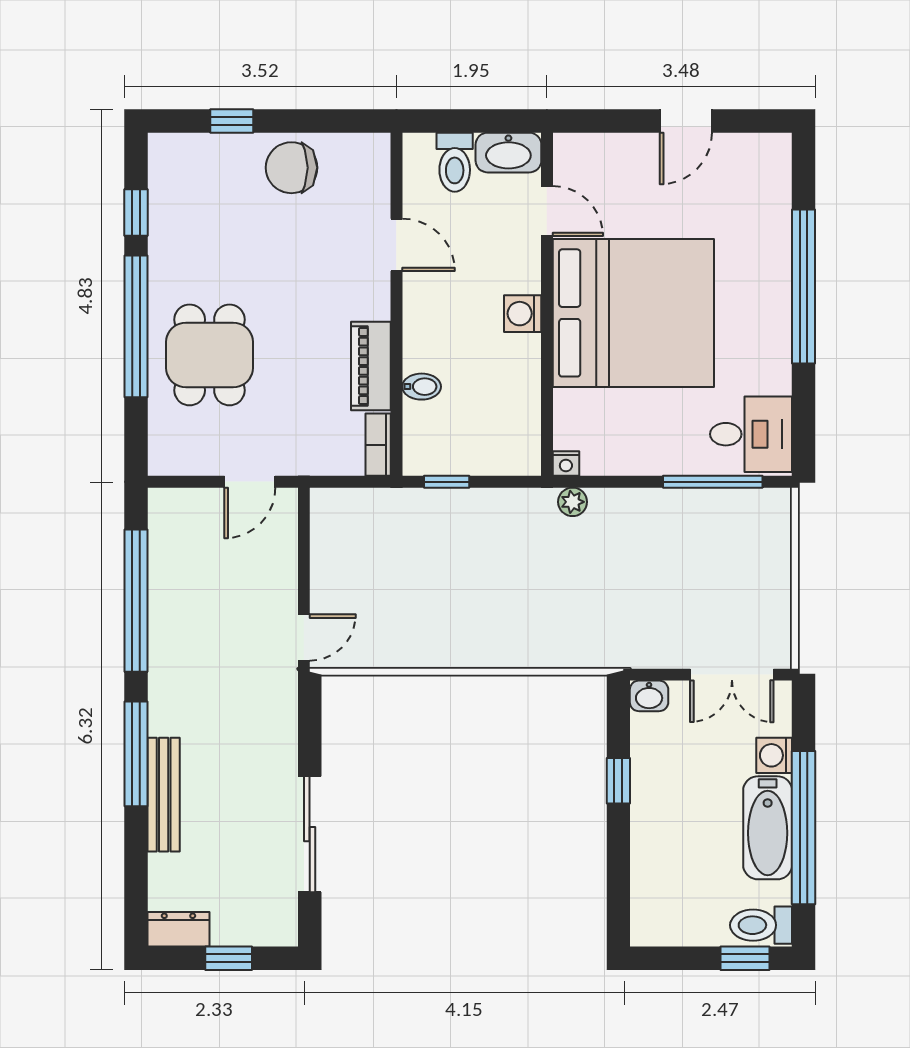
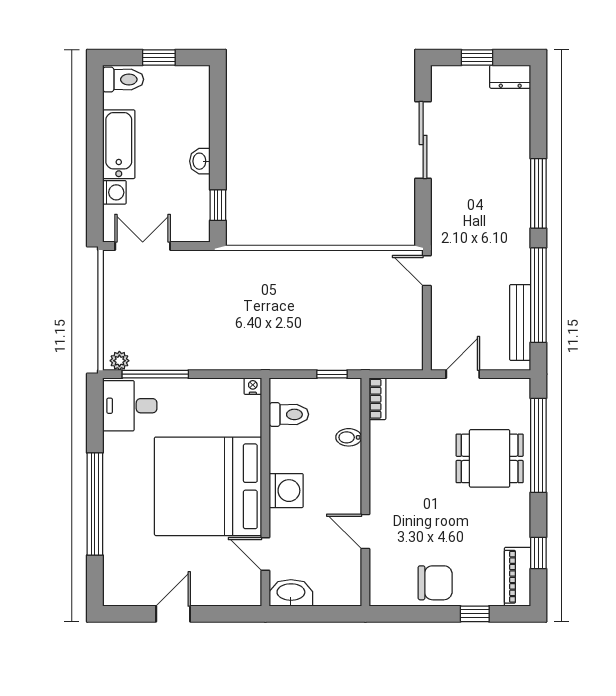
toilet: (455, 162) -> (289, 414), moved, turned 90
washing machine: (523, 314) -> (286, 491), width x1.38, depth x1.38
window: (136, 326) -> (538, 445), moved
dining table: (210, 355) -> (490, 458), turned 90
piano: (371, 366) -> (518, 577), moved, turned 180
plant: (573, 502) -> (119, 361), moved
door: (304, 637) -> (427, 271), hinge flipped
washbasin: (649, 696) -> (200, 161), moved, turned -90
window: (618, 781) -> (218, 205), moved
bench: (164, 795) -> (520, 323), moved
window: (804, 828) -> (95, 144), removed
window: (745, 958) -> (159, 58), moved

